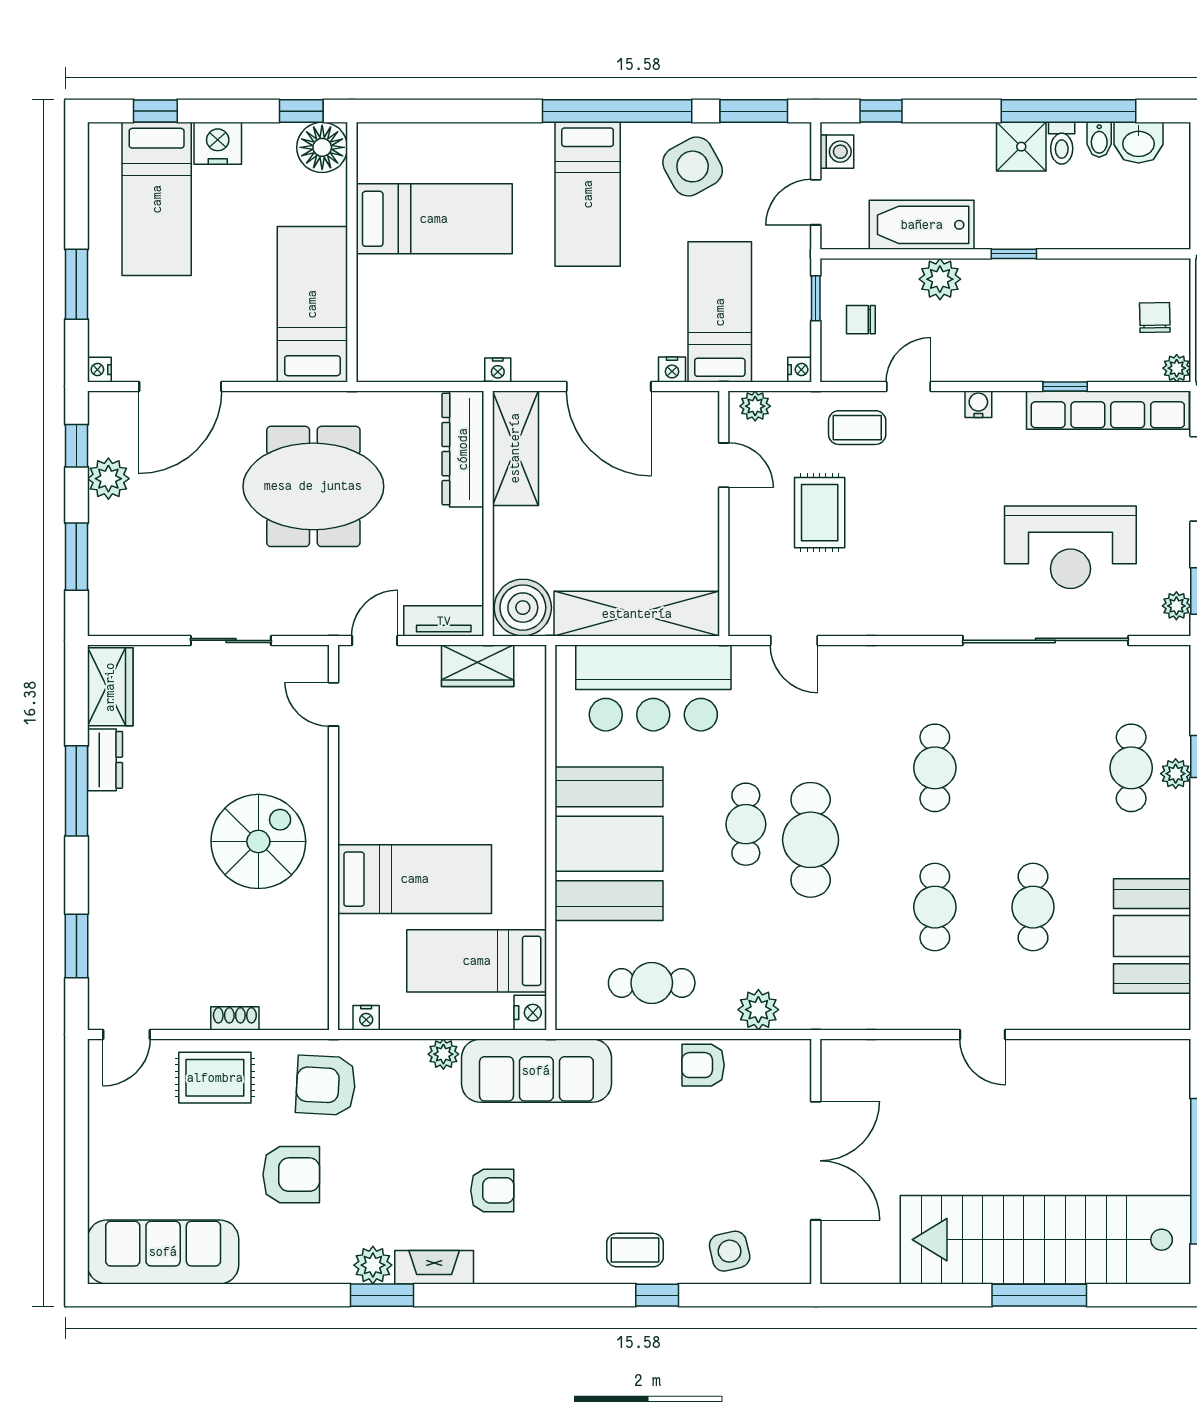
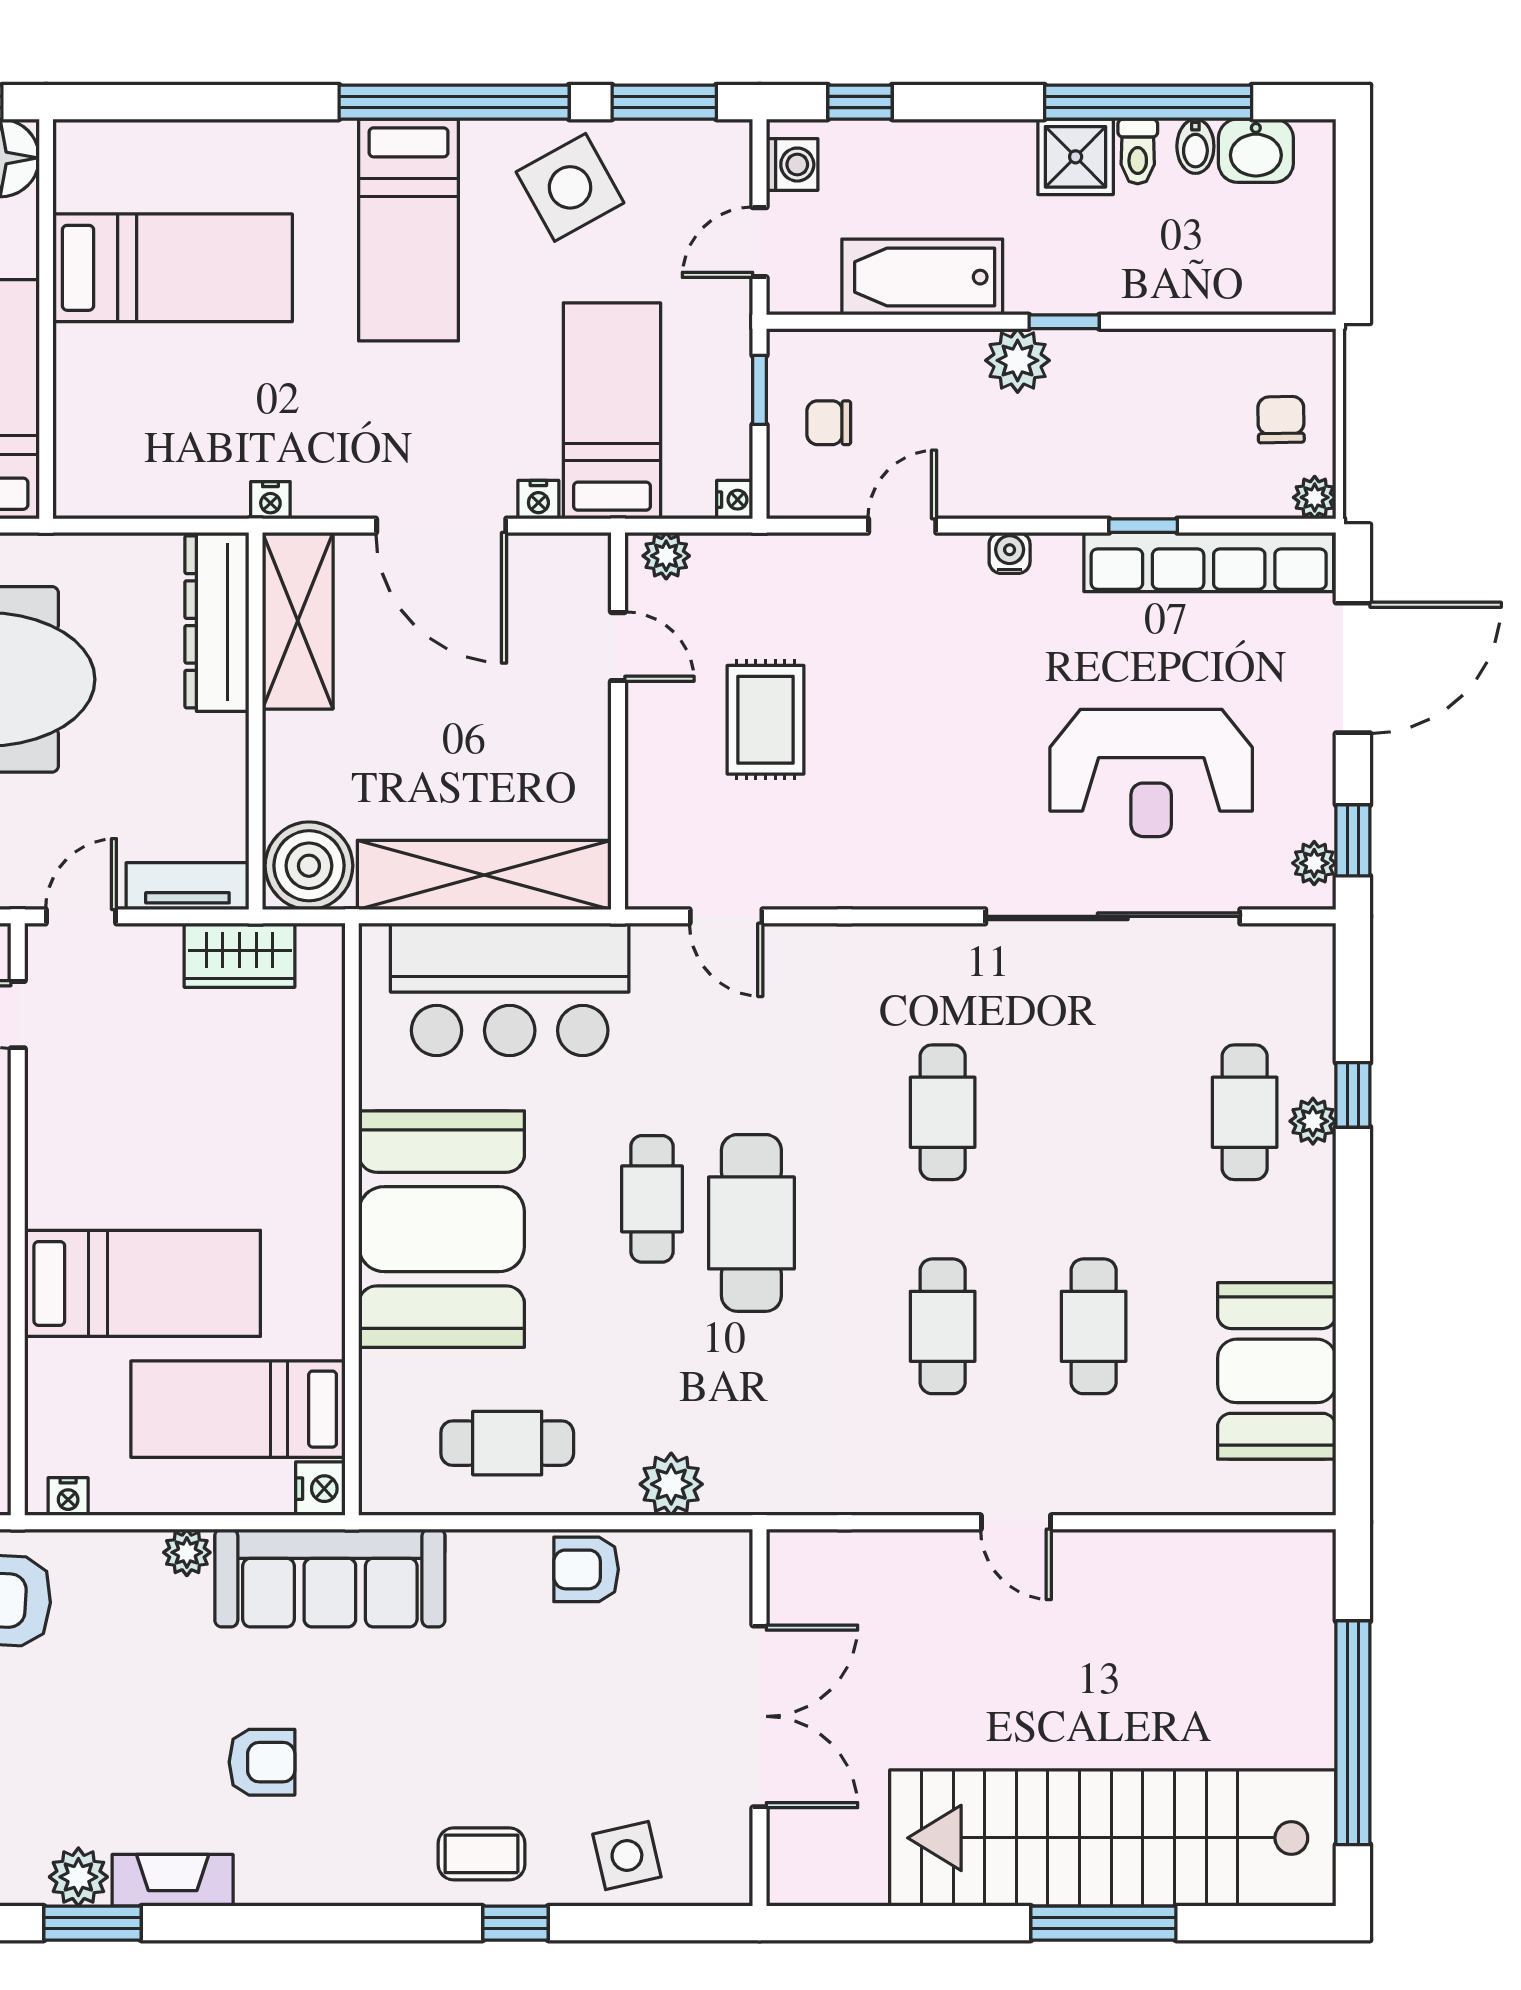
plant: (940, 279) -> (1018, 360), moved
coffee table: (857, 428) -> (823, 589), removed

